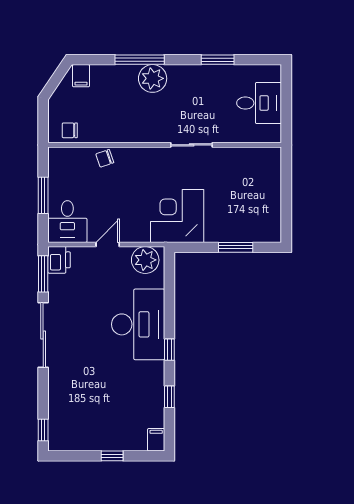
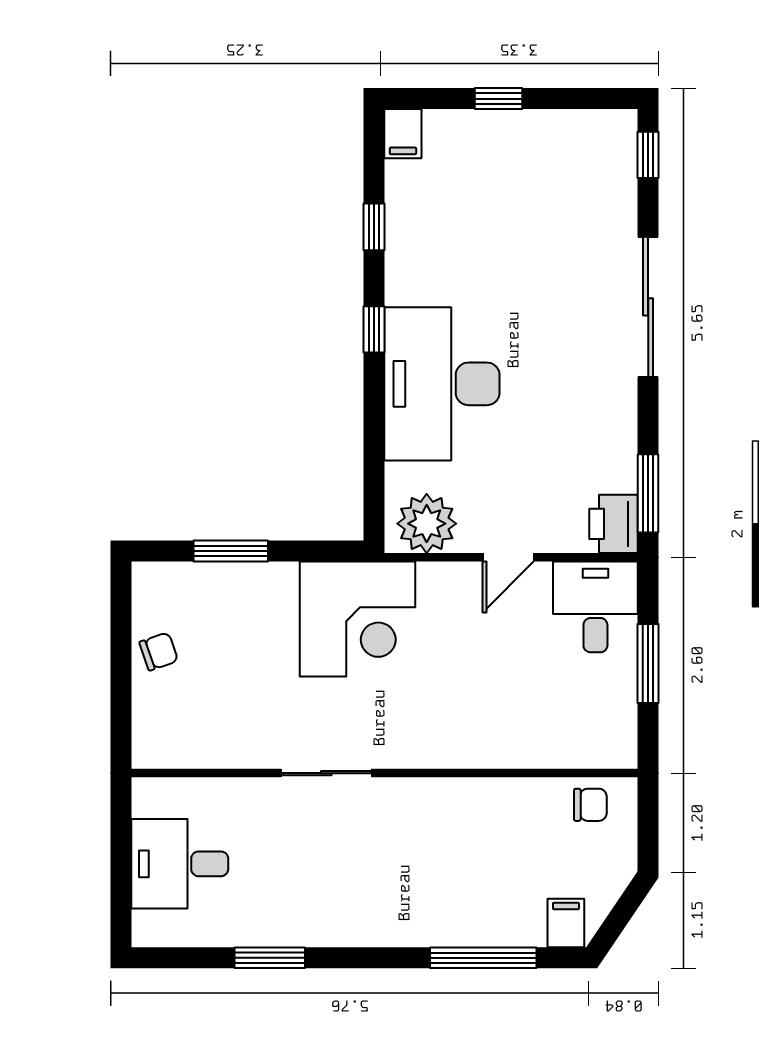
window: (140, 60) -> (483, 958), moved
plant: (153, 78) -> (411, 917), removed
chair: (105, 158) -> (159, 651), moved
sliding door: (43, 335) -> (648, 307), moved

